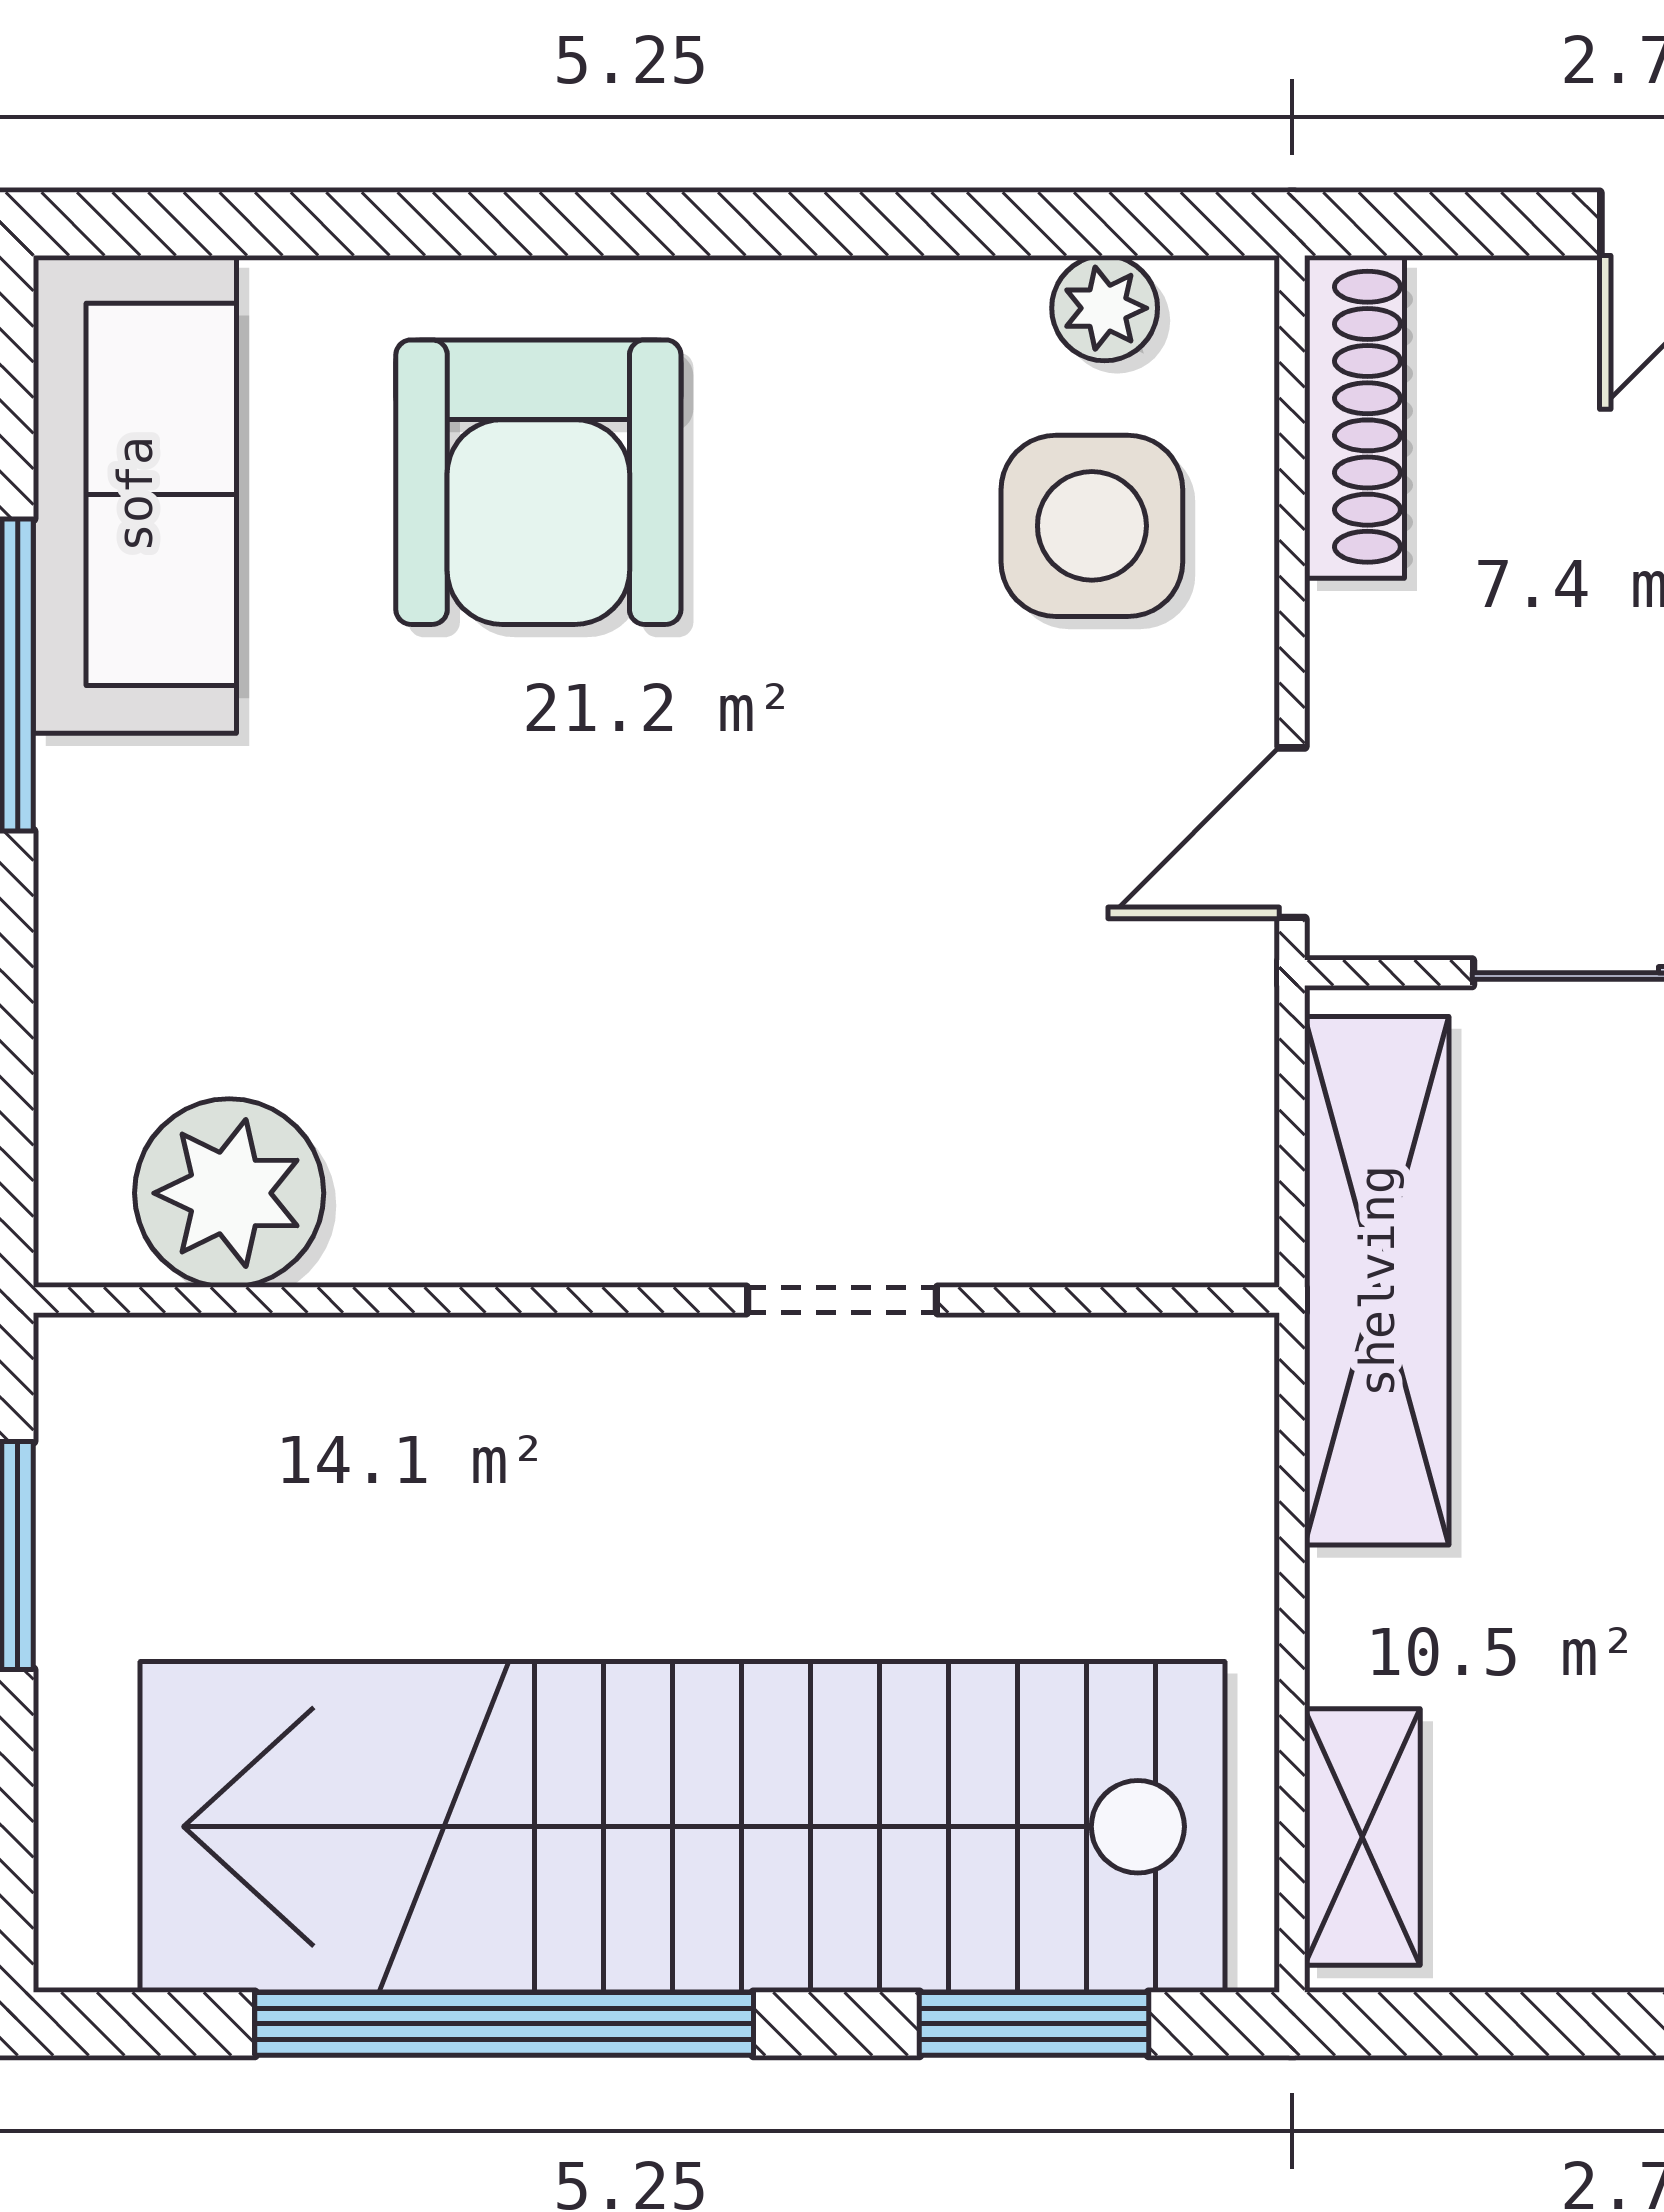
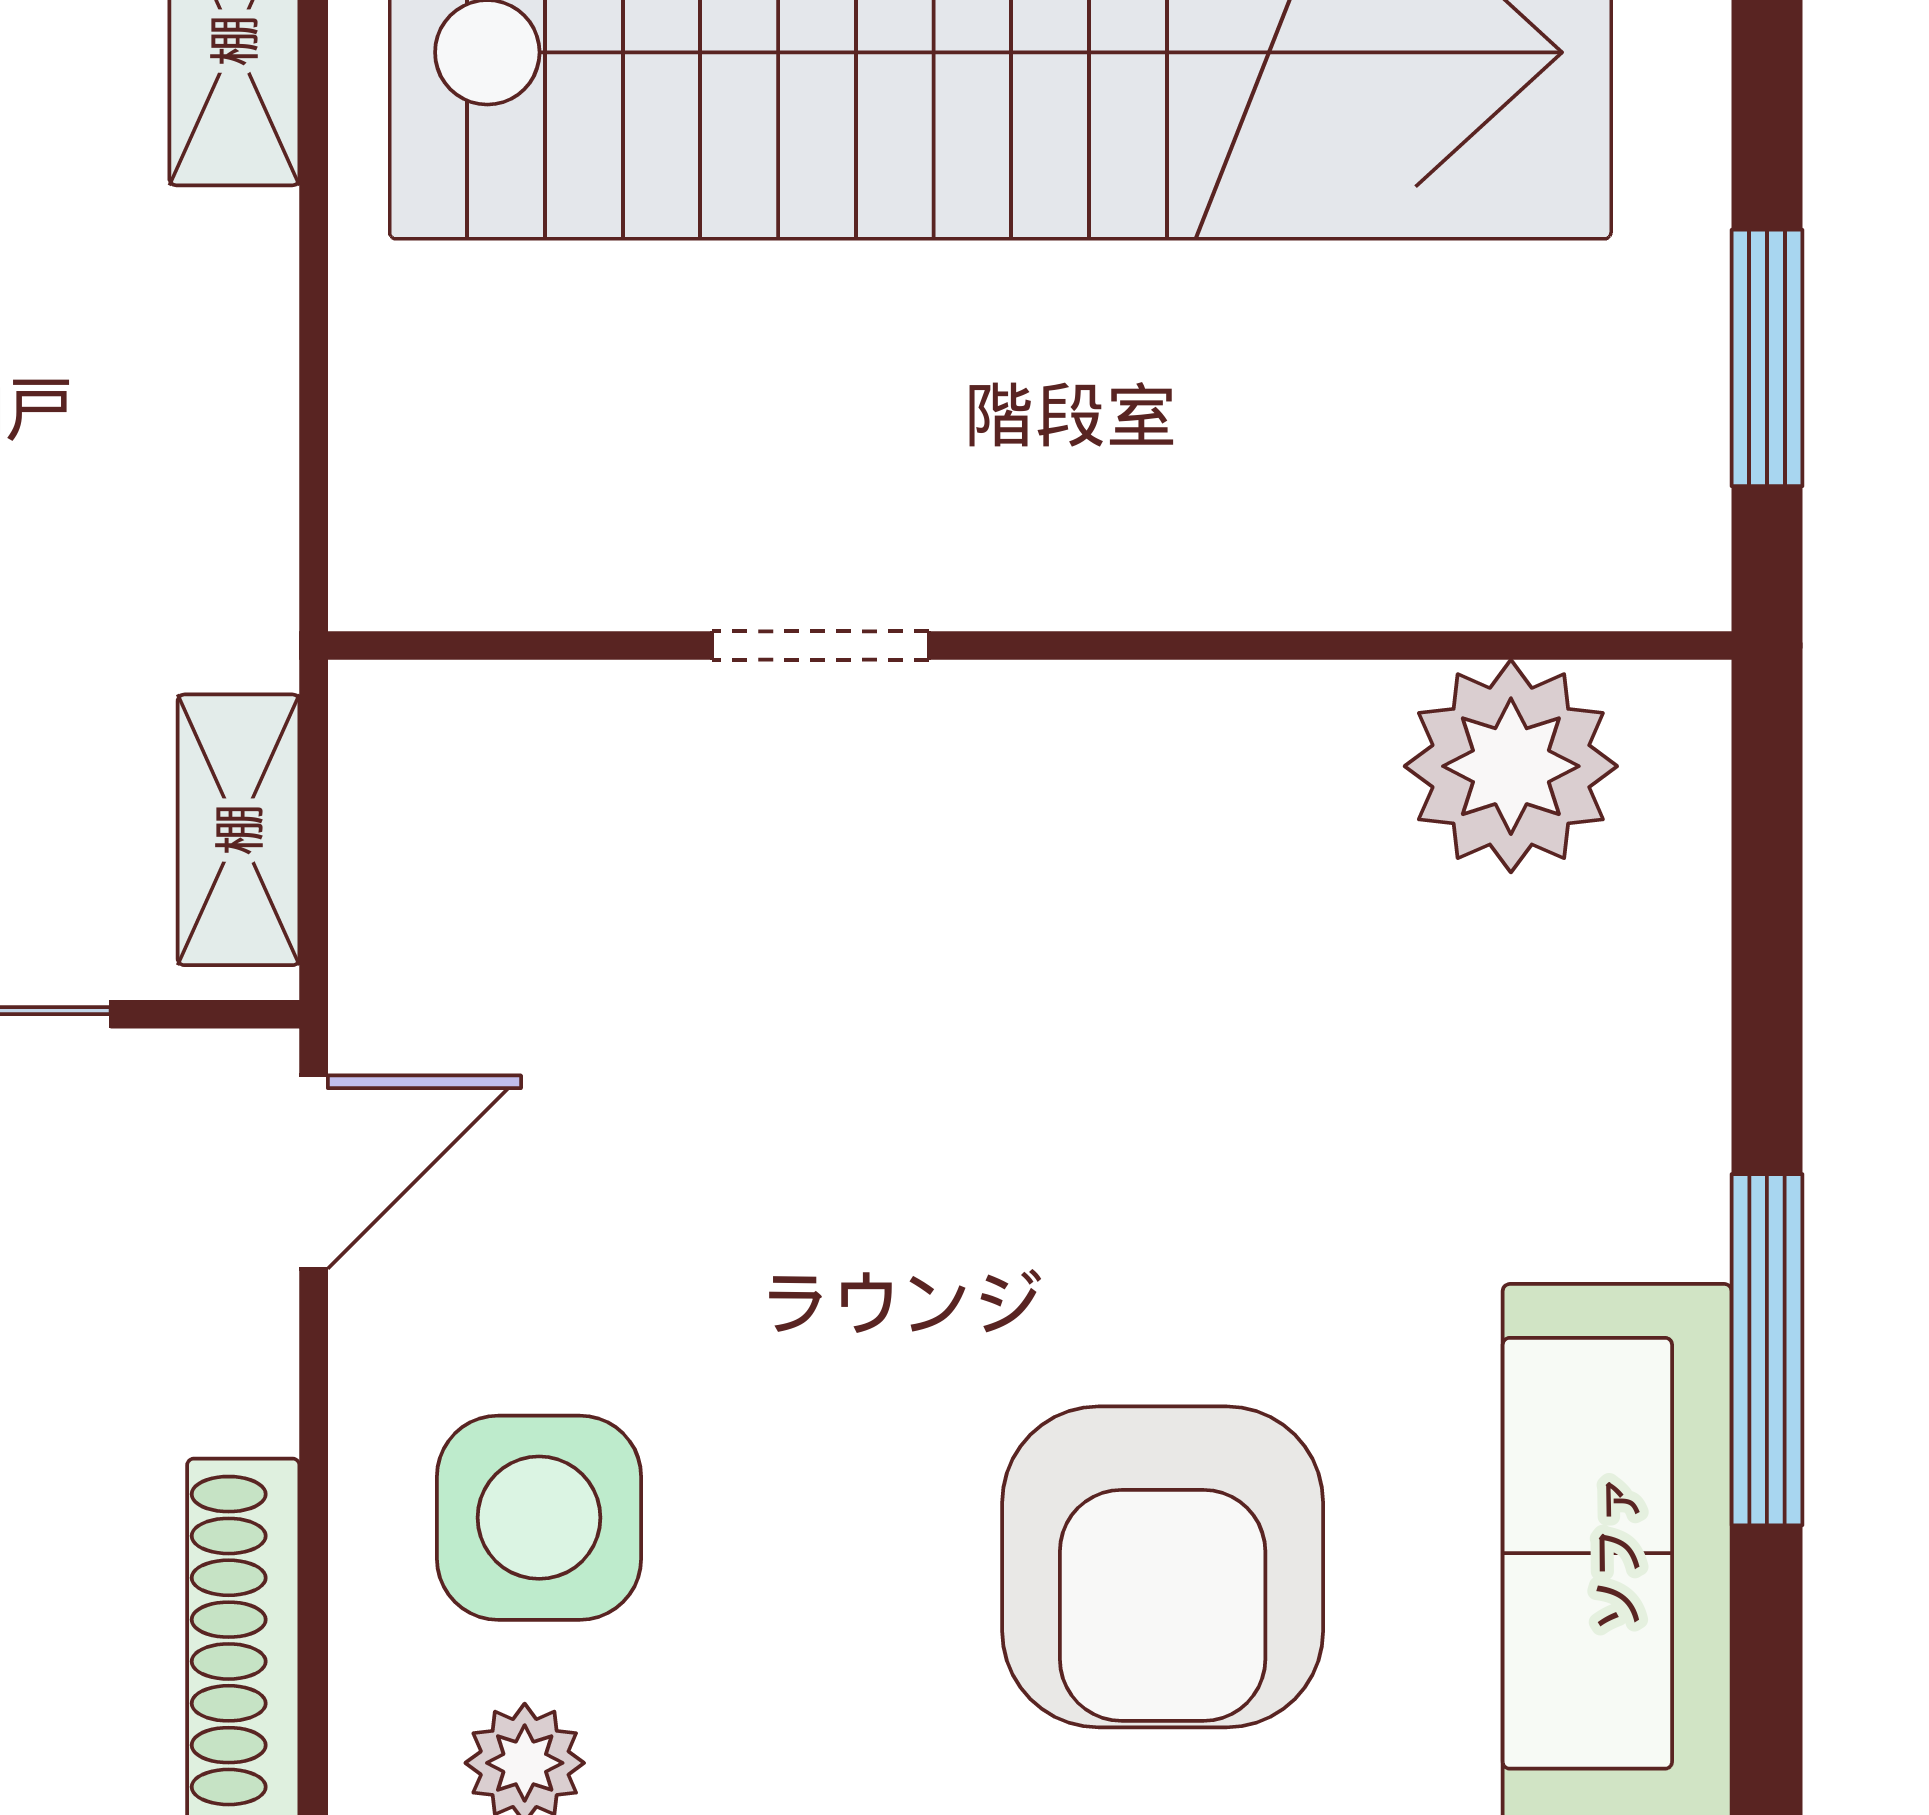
armchair: (538, 482) -> (1163, 1567), turned 180
shelving: (1377, 1281) -> (239, 830), width x0.45, depth x0.75

